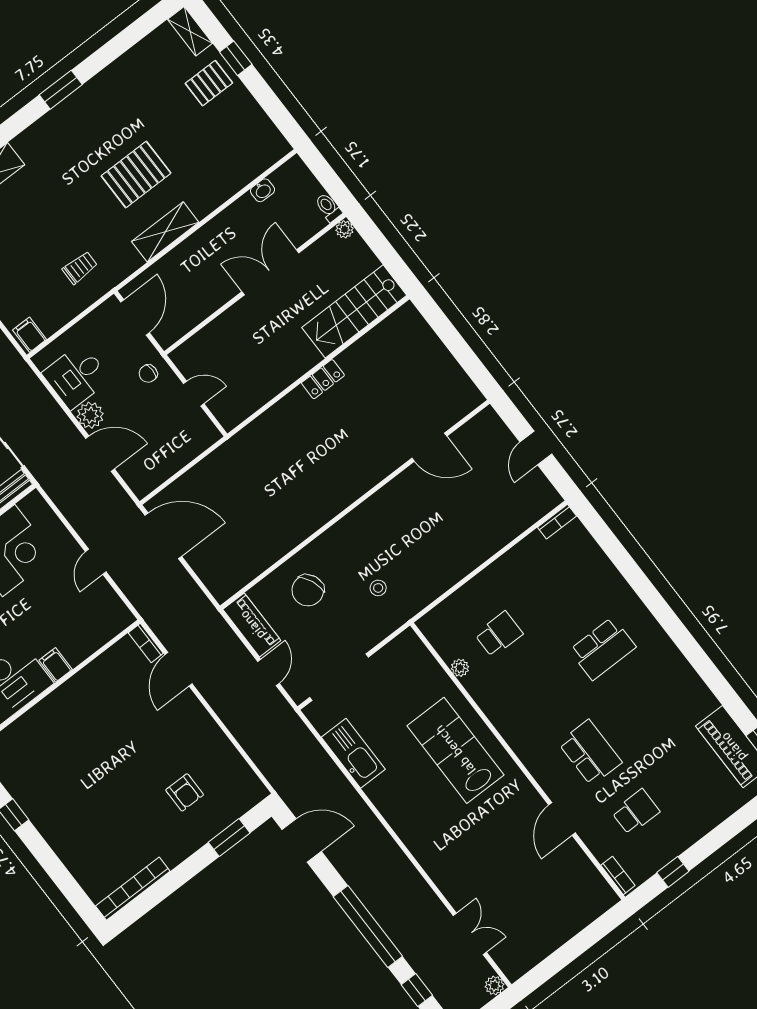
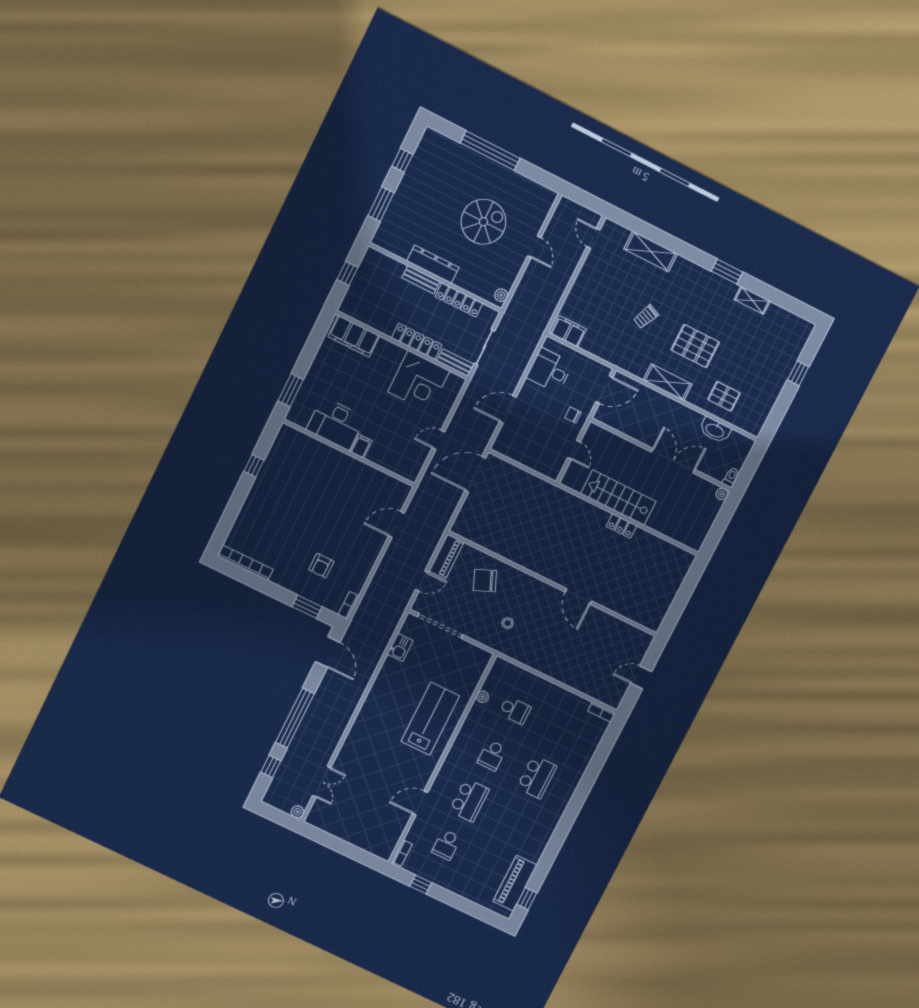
shelving: (190, 31) -> (752, 300), moved, turned 90
pallet: (209, 83) -> (724, 396), moved
washbasin: (262, 190) -> (715, 430), width x1.91, depth x1.45
trolley: (80, 268) -> (646, 317), moved, turned 114
stairs: (354, 311) -> (618, 498), moved
filing cabinet: (30, 335) -> (568, 331), width x2.00
plant: (90, 415) -> (529, 391), removed
door: (429, 447) -> (578, 596), moved
door: (100, 454) -> (508, 409), swing flipped
door: (163, 536) -> (475, 474), swing flipped
bookcase: (146, 643) -> (348, 605), moved
school desk: (603, 649) -> (537, 777), turned -90
school desk: (544, 693) -> (492, 755), added
kitchen sink: (353, 753) -> (400, 647), width x0.53, depth x0.81
school desk: (636, 812) -> (446, 845), turned 90

